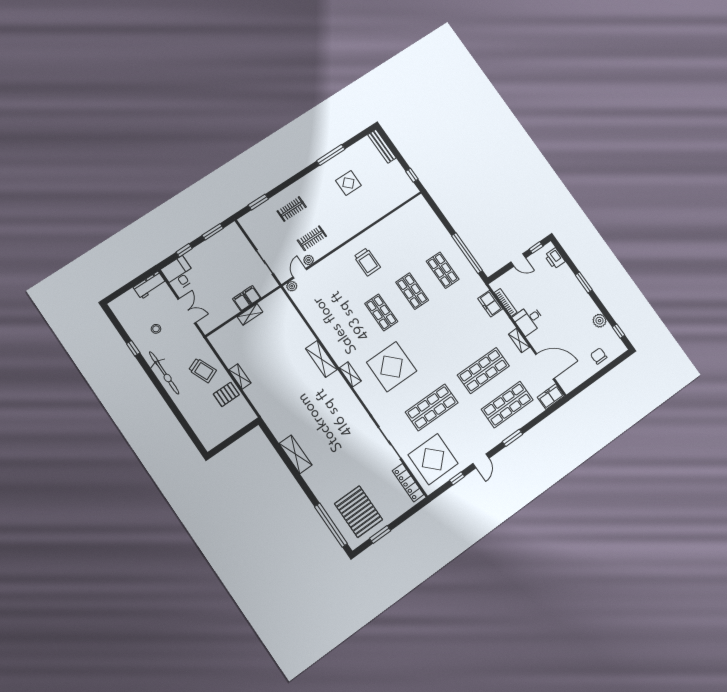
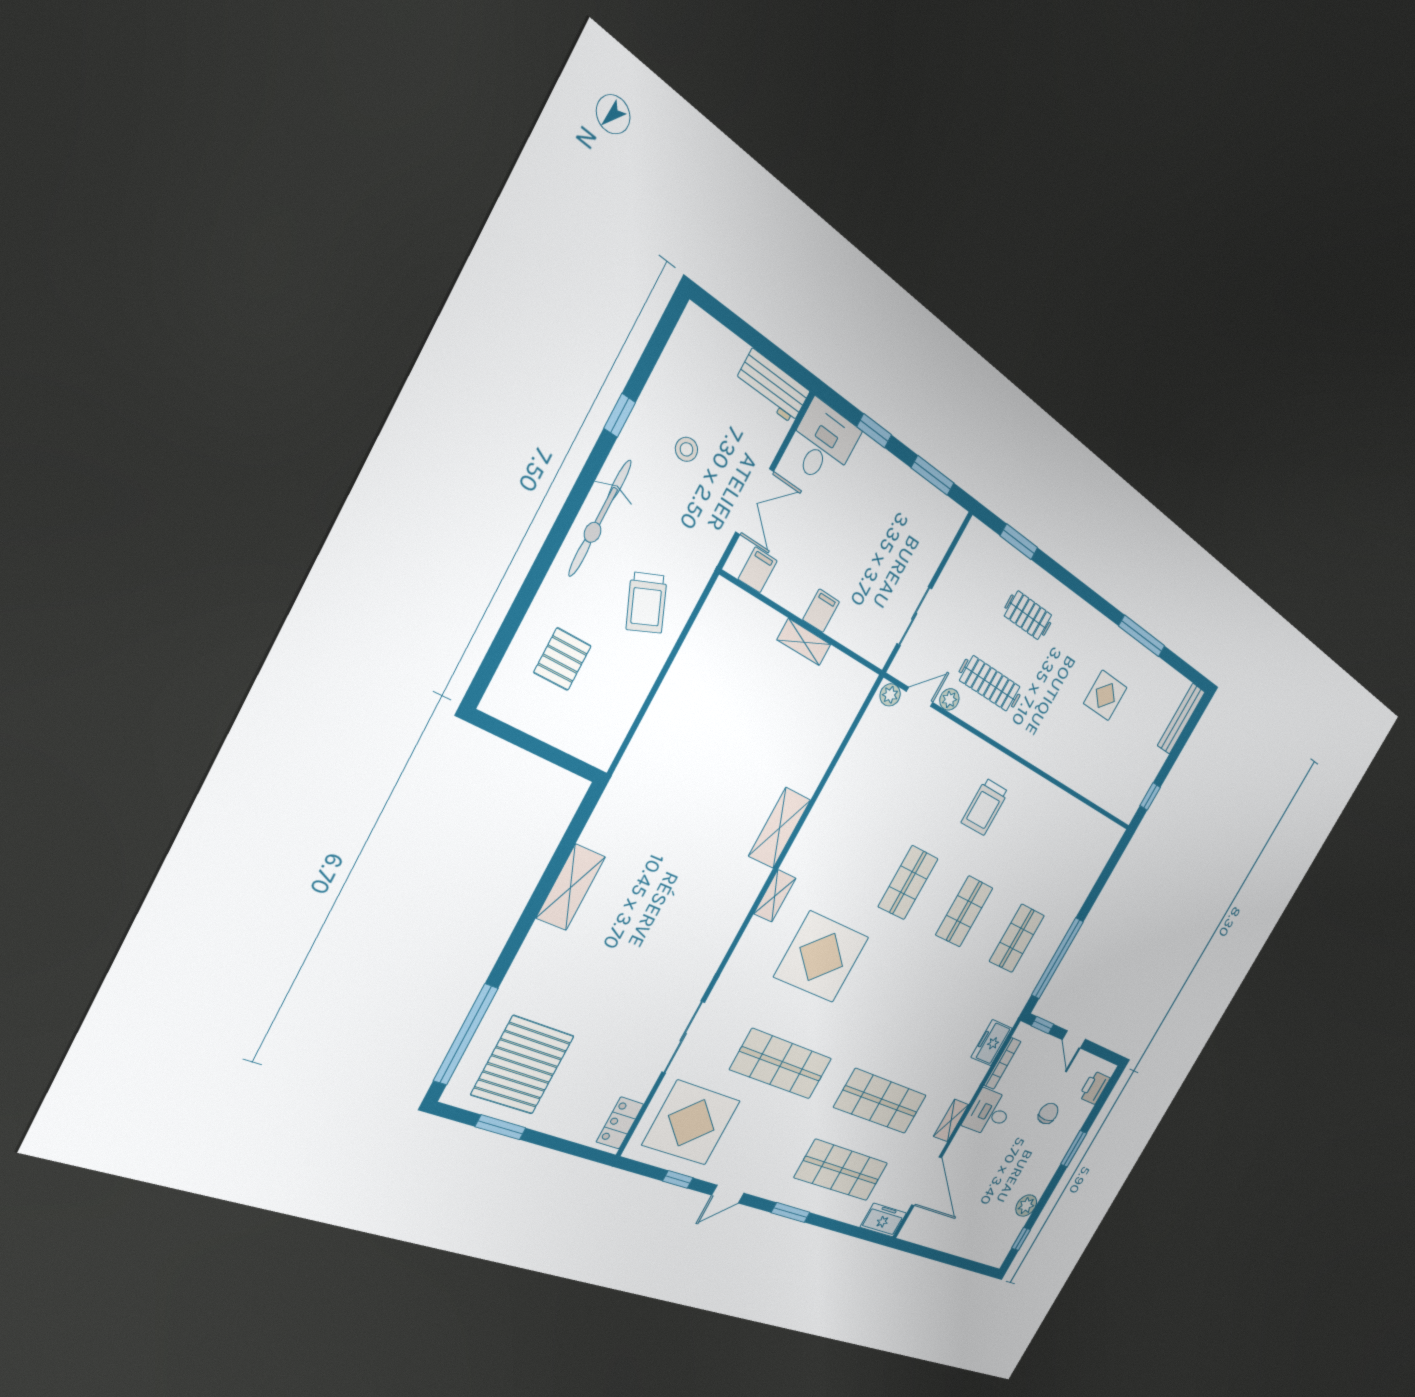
clothes rail: (312, 238) -> (990, 684), width x1.36
window: (536, 248) -> (1043, 1025), moved
filing cabinet: (252, 295) -> (758, 570), moved
chair: (599, 356) -> (1048, 1113), moved
shelving: (240, 376) -> (671, 689), removed
pallet: (226, 394) -> (562, 659), moved, turned 90
locker: (408, 483) -> (620, 1123), width x0.66

